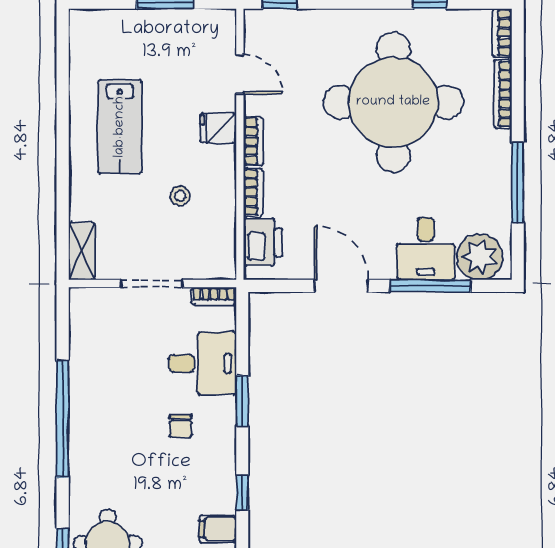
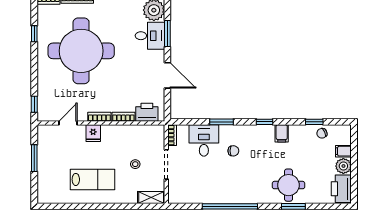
stool: (180, 196) -> (135, 164), moved
door: (341, 286) -> (167, 75), swing flipped
window: (430, 286) -> (167, 33), width x0.69

